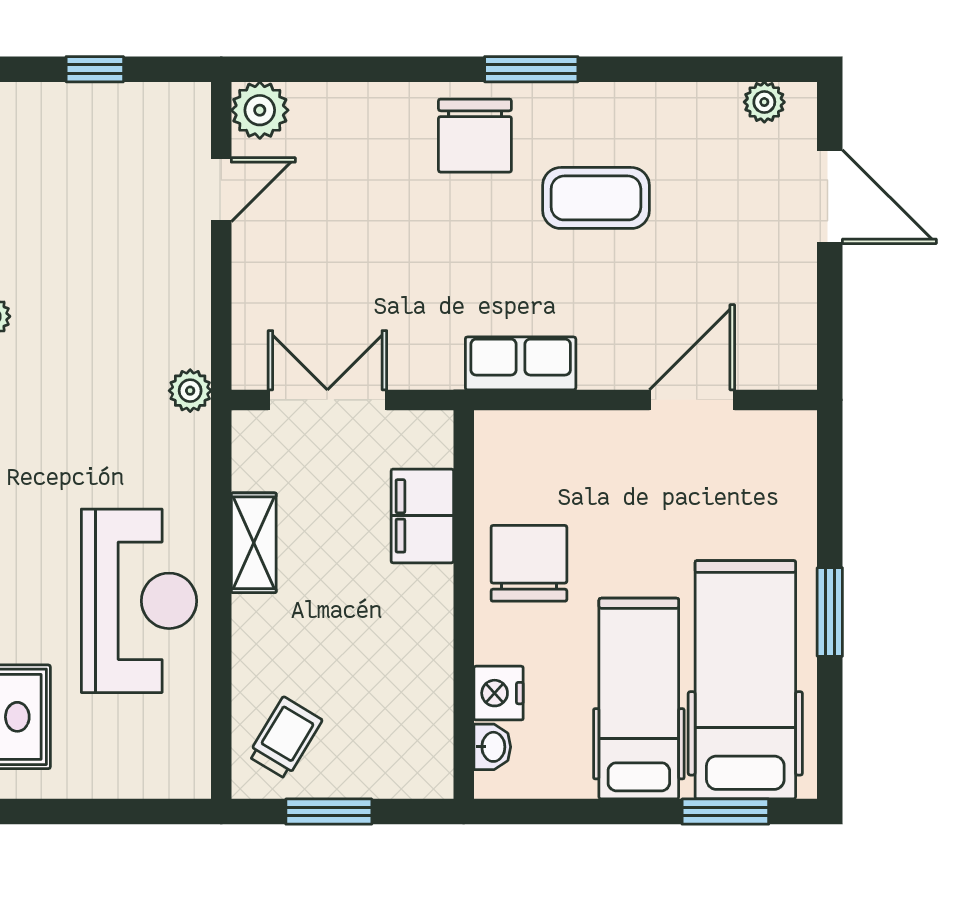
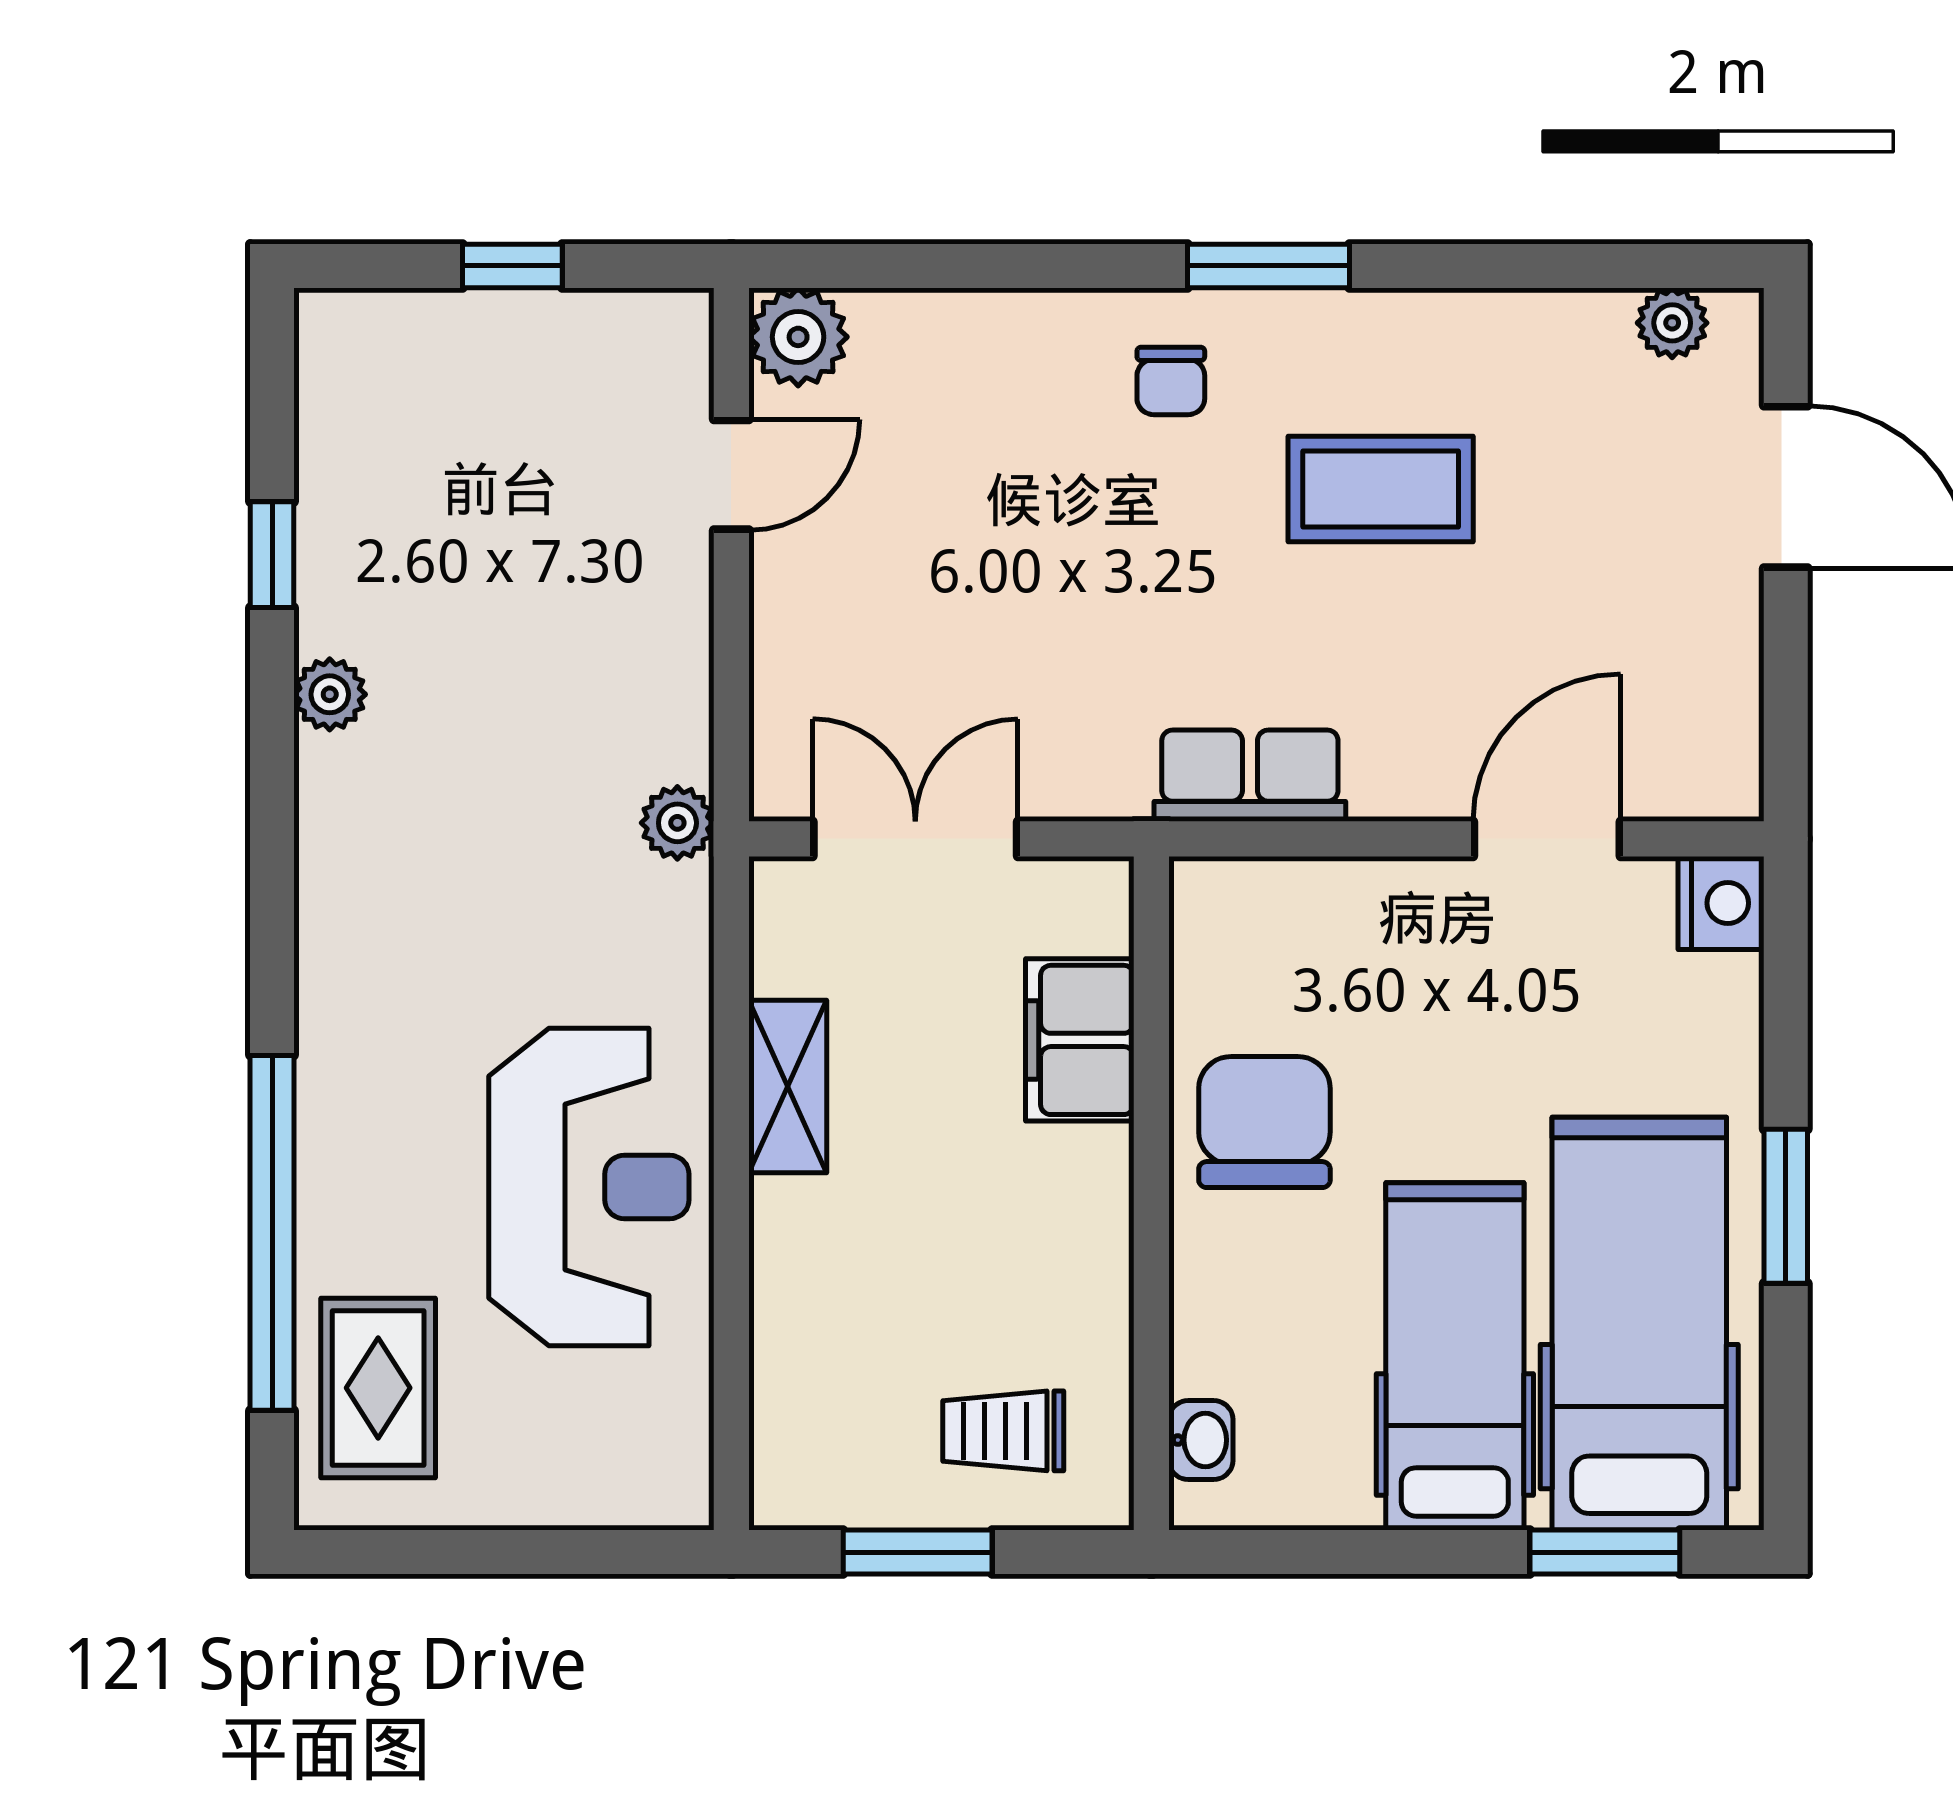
chair: (475, 136) -> (1171, 381), width x0.54, depth x0.54
nightstand: (499, 693) -> (1721, 903), moved, turned 180
trolley: (285, 738) -> (1003, 1431), moved, turned -121

